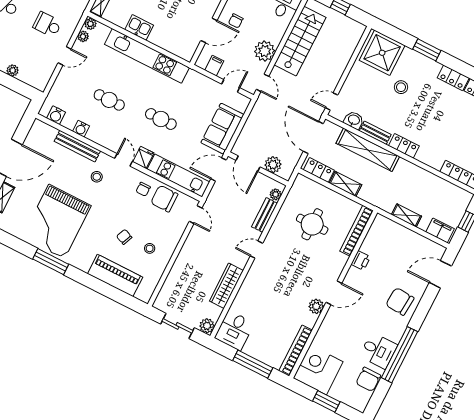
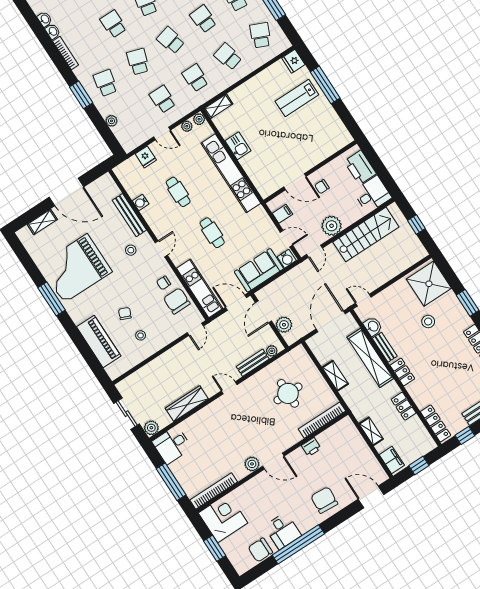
water cooler: (56, 115) -> (287, 259), moved, turned -90
fridge: (143, 157) -> (146, 157), moved, turned 90
locker: (319, 170) -> (404, 406), moved, turned 180

